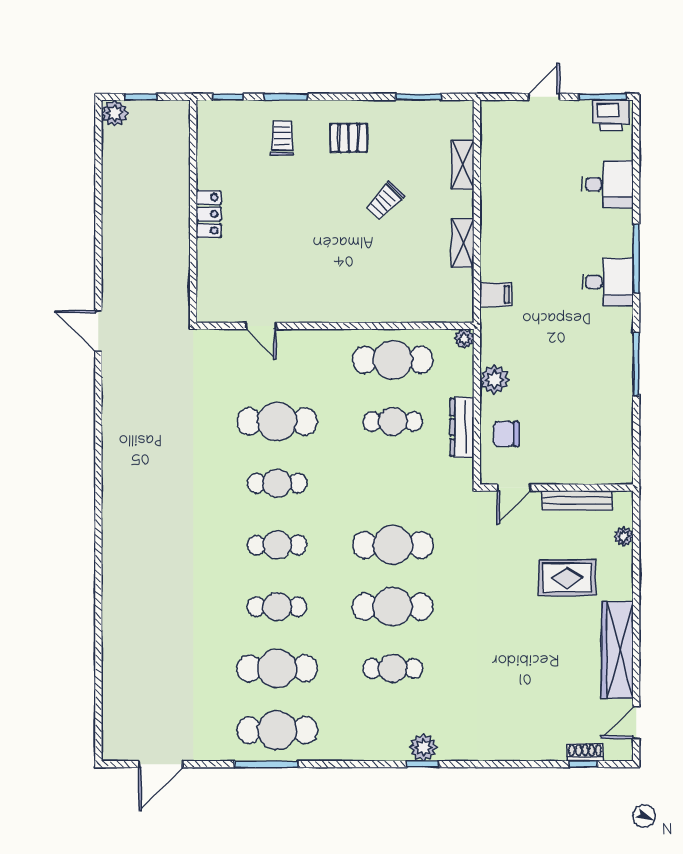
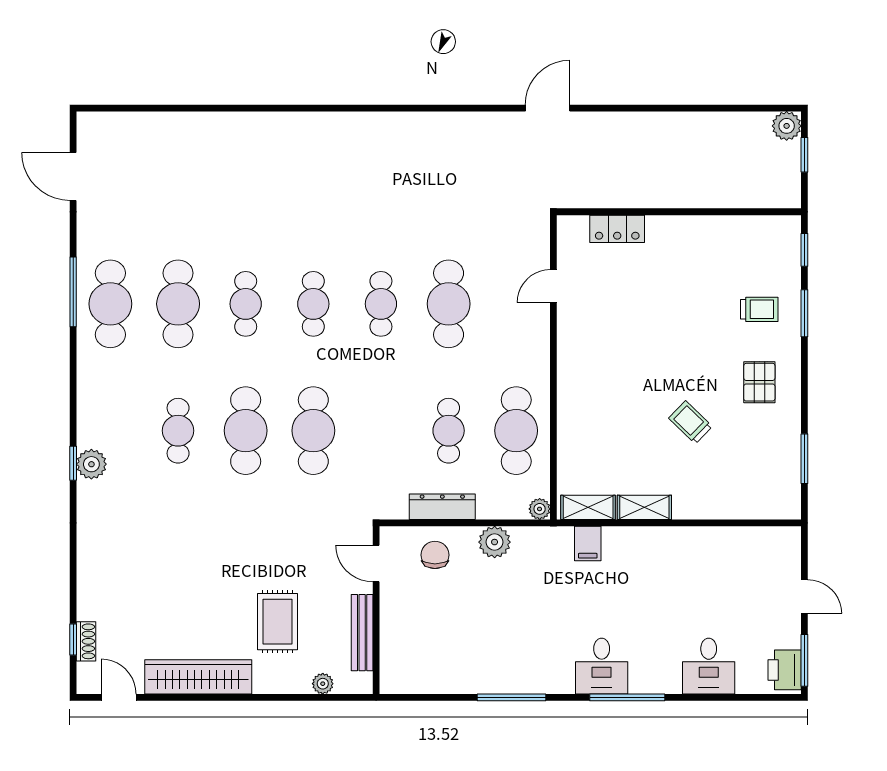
shelving: (463, 165) -> (588, 507), moved
locker: (209, 214) -> (617, 229), moved

